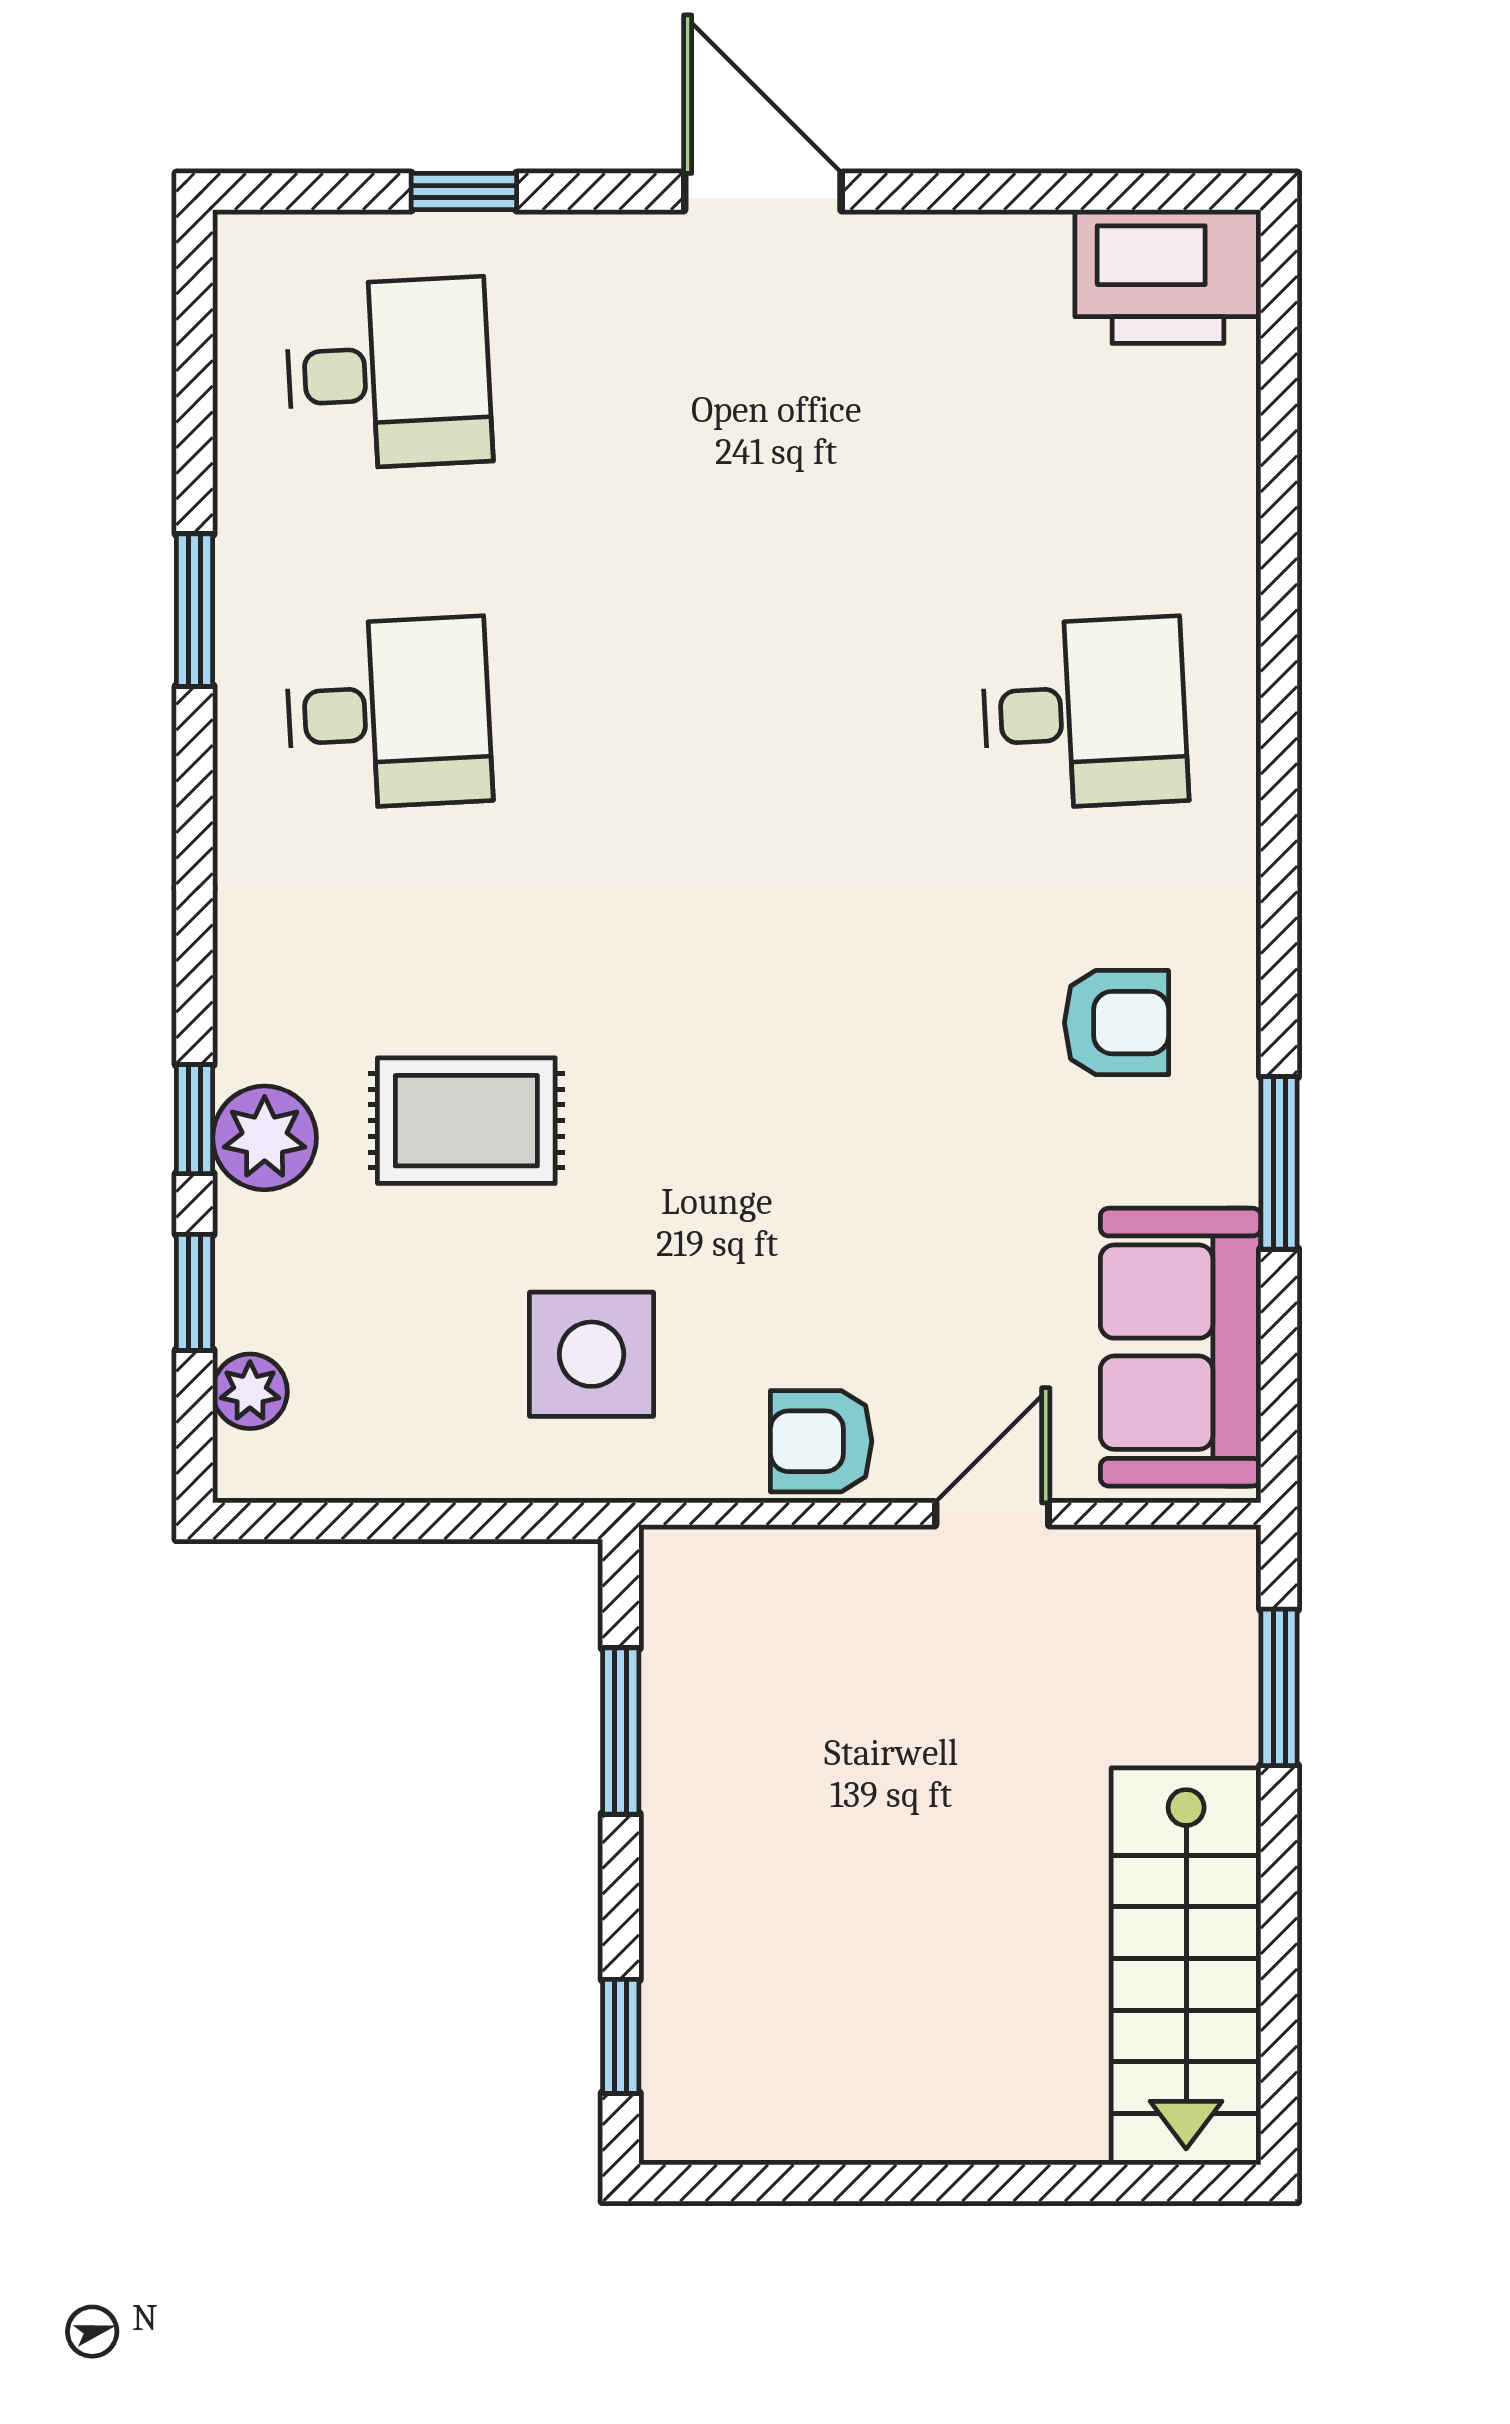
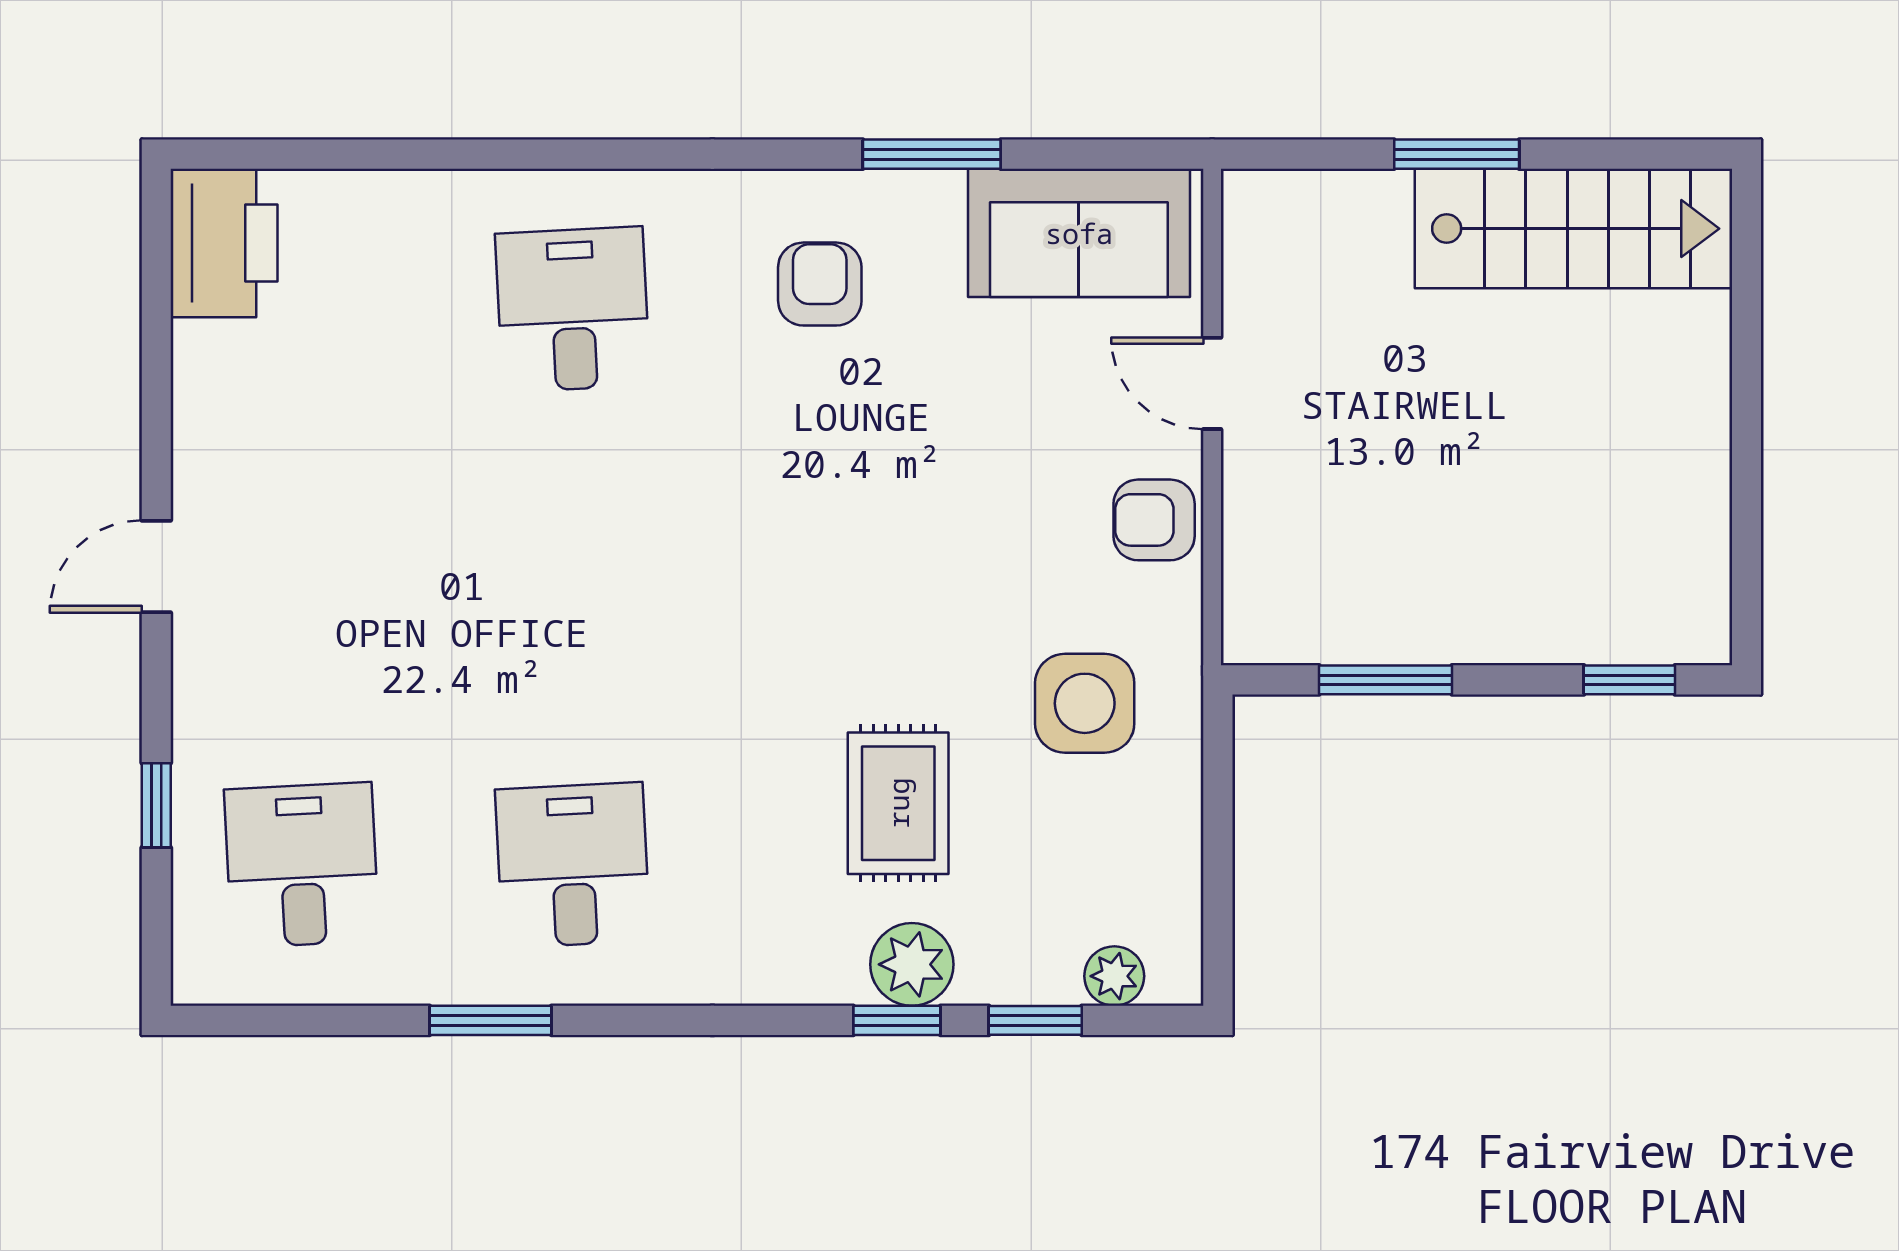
door: (763, 192) -> (156, 566), width x0.73
armchair: (821, 1441) -> (1154, 520), turned 90
window: (1279, 1687) -> (1457, 154), moved

